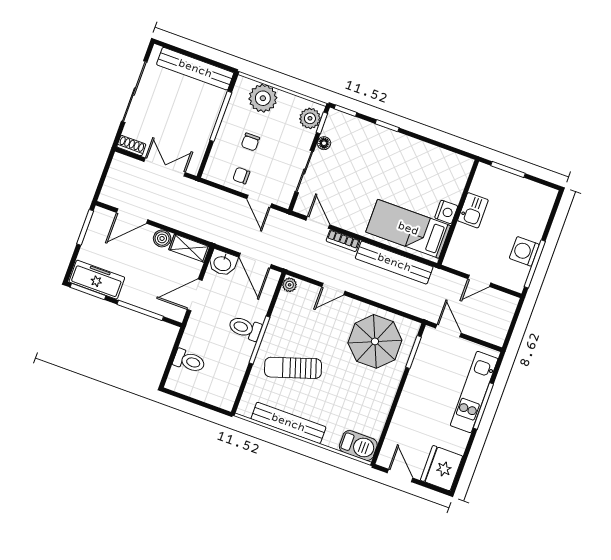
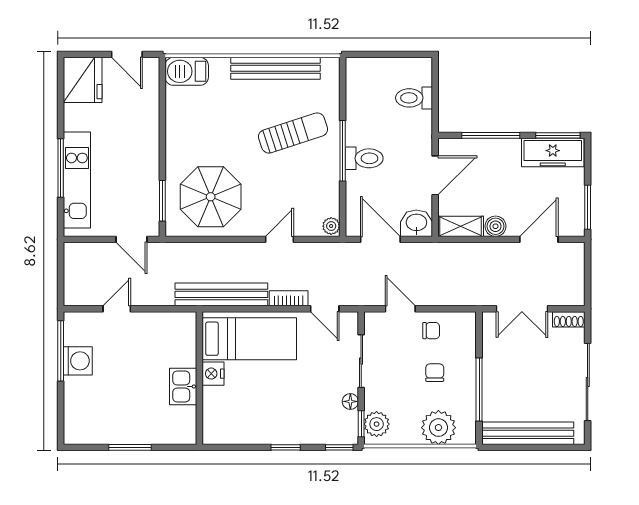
kitchen sink: (473, 210) -> (183, 386), moved
nightstand: (446, 212) -> (213, 374), moved
wall: (458, 212) -> (199, 378), moved
bed: (408, 229) -> (249, 339), moved

